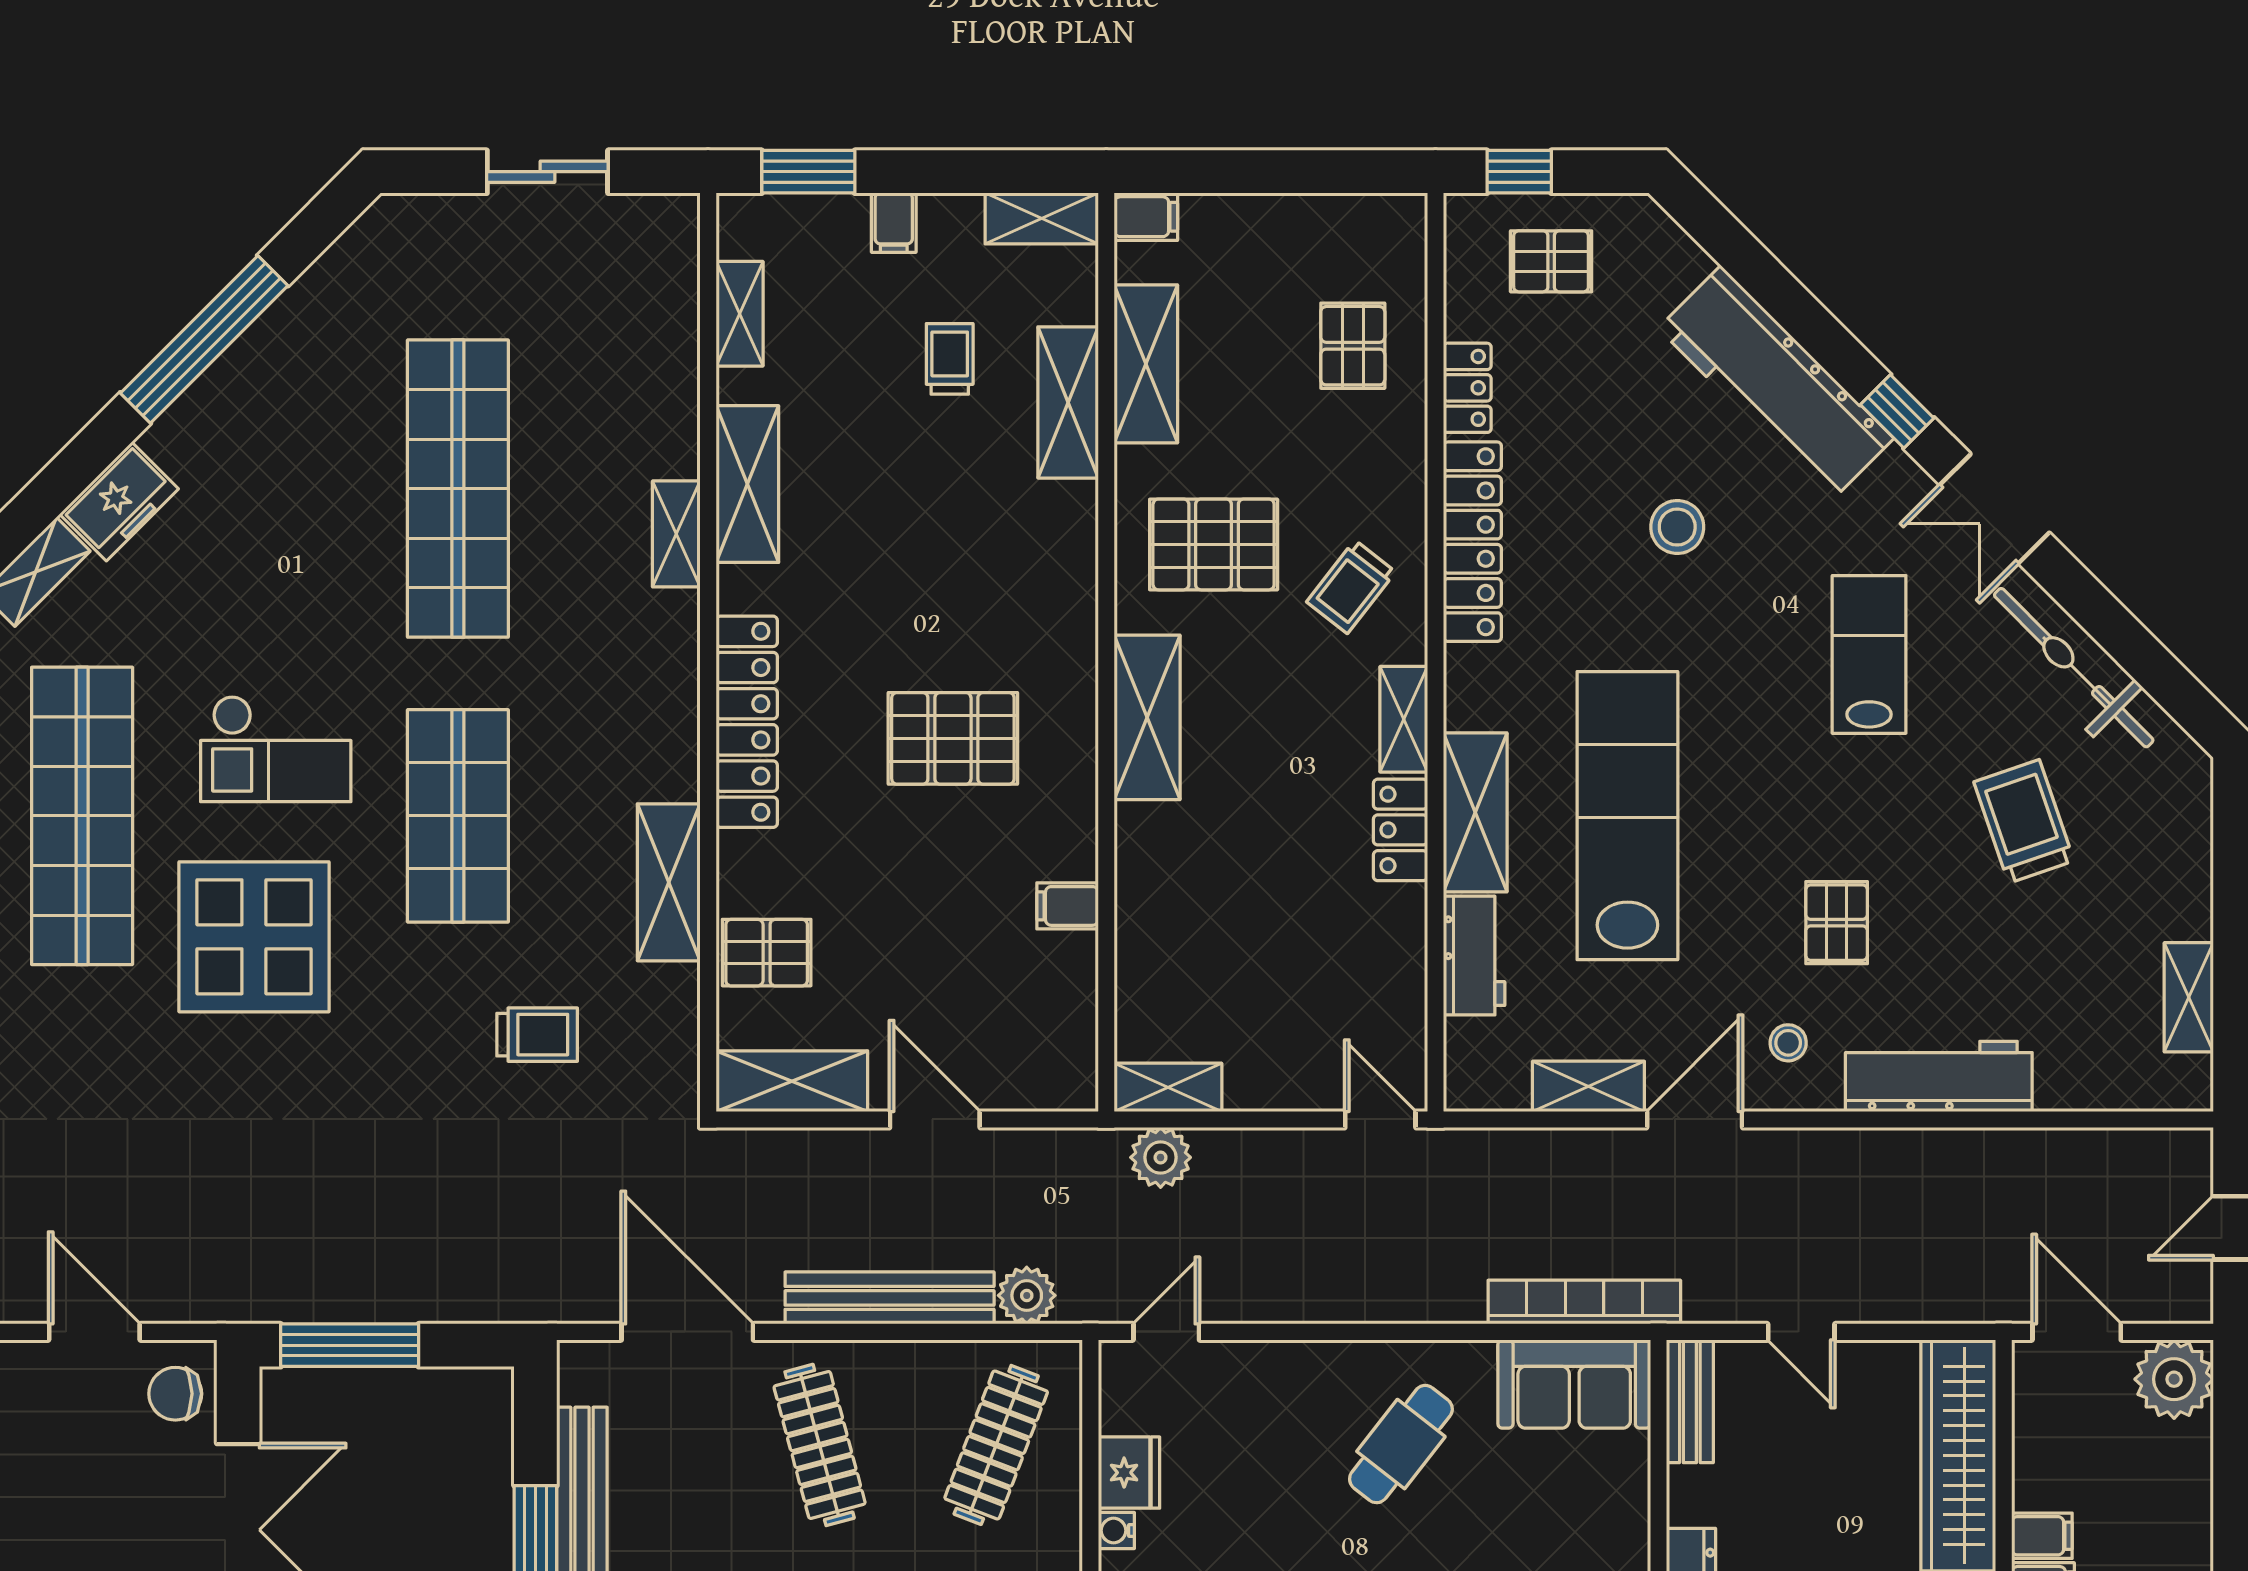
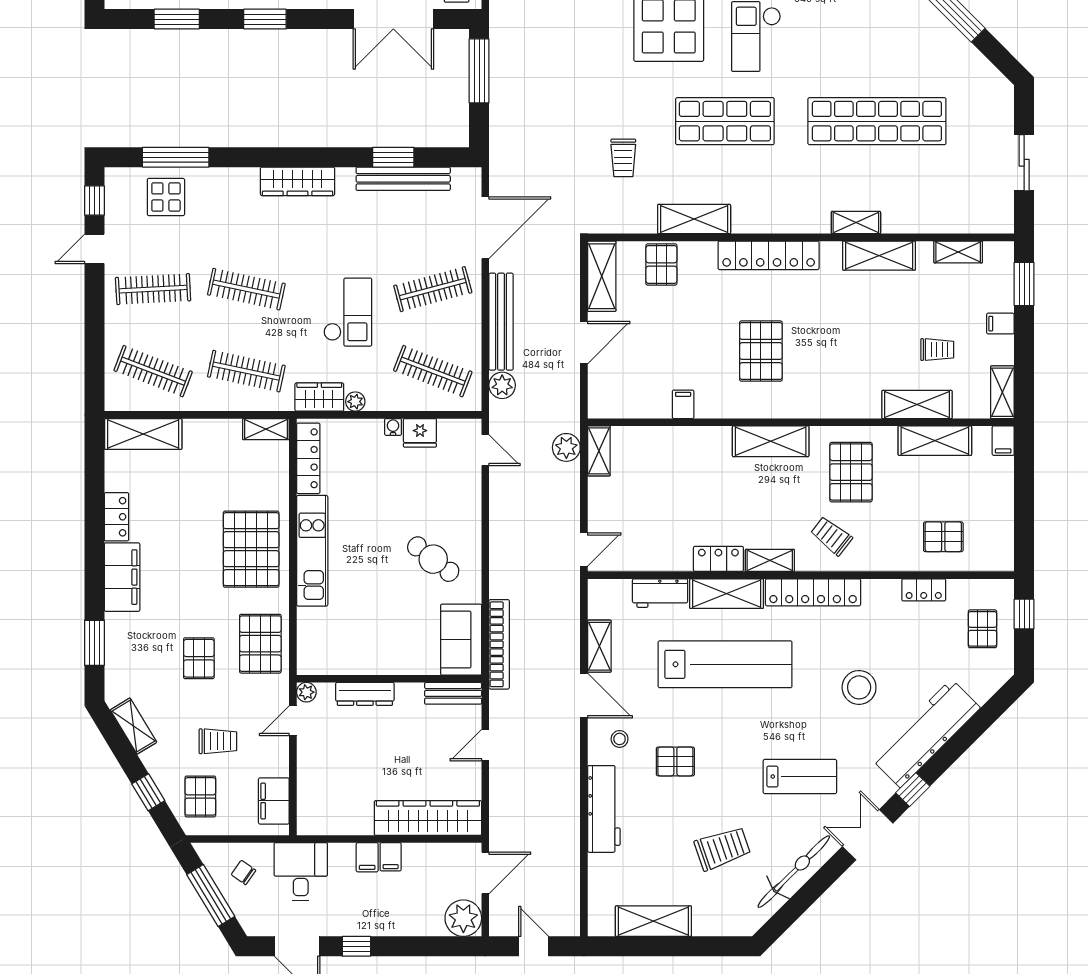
stool: (1677, 527) -> (859, 687), width x1.38, depth x1.38
locker: (1472, 542) -> (813, 592), moved
shelving: (2189, 997) -> (653, 921), width x1.50, depth x1.33

